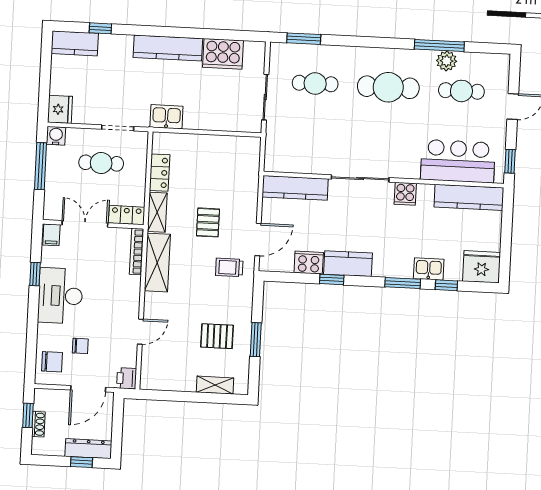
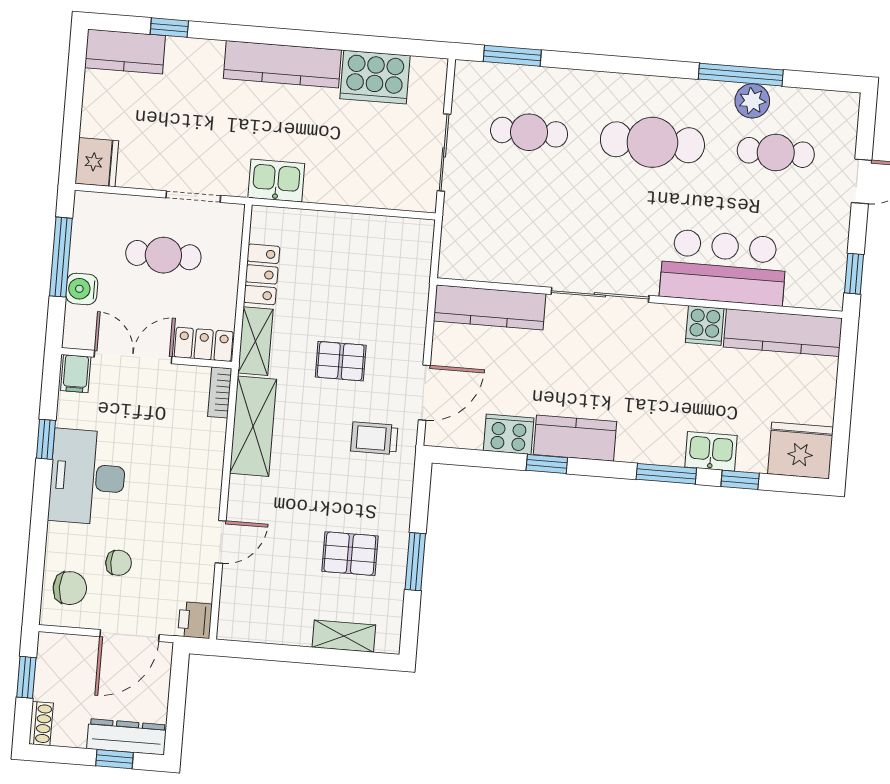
water cooler: (56, 136) -> (82, 289), moved, turned -90
bar counter: (458, 161) -> (723, 267), moved
cooker: (405, 194) -> (705, 326), moved
pallet: (208, 222) -> (341, 361), turned 90
bookcase: (137, 252) -> (220, 392), width x0.64
shoe rack: (38, 424) -> (41, 724), moved

